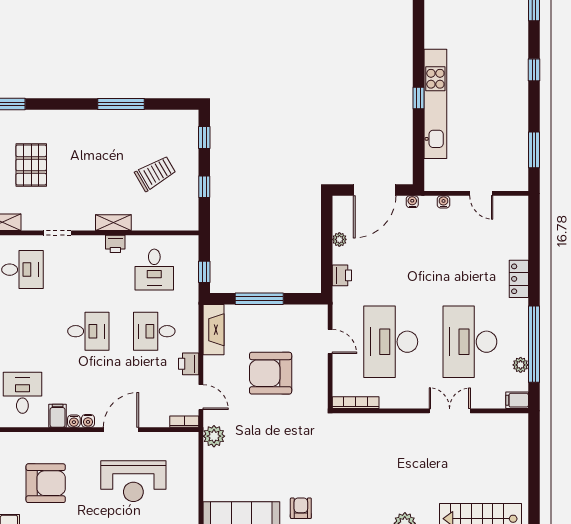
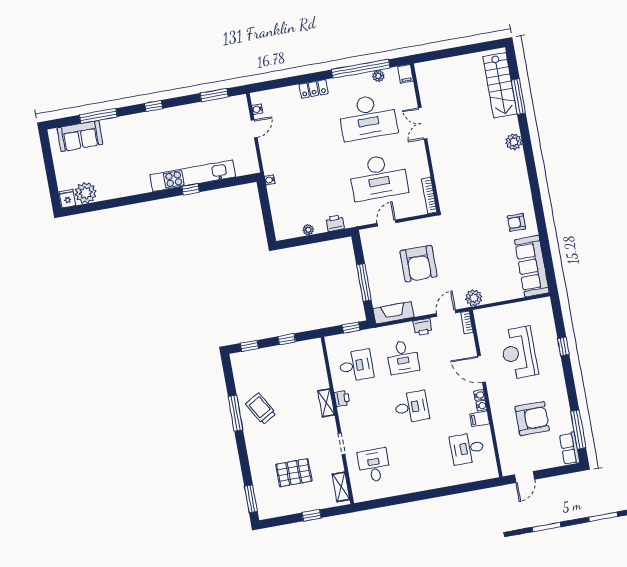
trolley: (155, 173) -> (261, 409), moved
door: (375, 190) -> (266, 210), removed
water cooler: (443, 202) -> (257, 109), moved
desk: (88, 331) -> (412, 407), turned 90
reception desk: (133, 481) -> (519, 353), turned 180
armchair: (46, 483) -> (532, 419), turned 90

